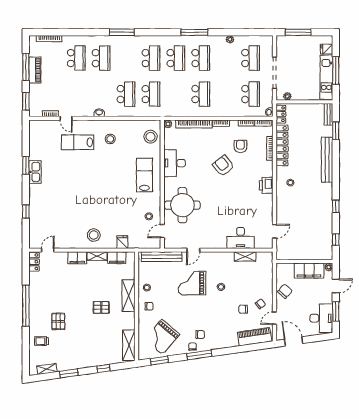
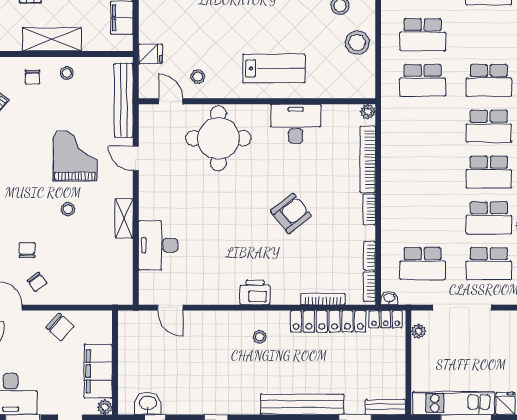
school desk: (201, 94) -> (489, 218), moved
stool: (151, 137) -> (357, 43), moved
armchair: (240, 146) -> (326, 245), removed
fridge: (122, 242) -> (150, 54), moved
washbasin: (327, 243) -> (148, 404), added
shelving: (245, 256) -> (124, 218), moved

